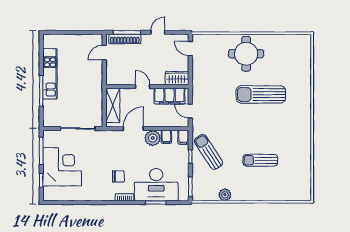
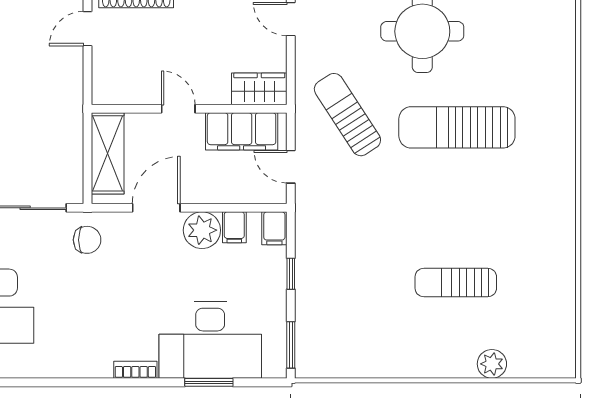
sun lounger: (208, 152) -> (347, 115), moved
chair: (118, 176) -> (87, 240), moved
plant: (225, 195) -> (492, 364), moved

